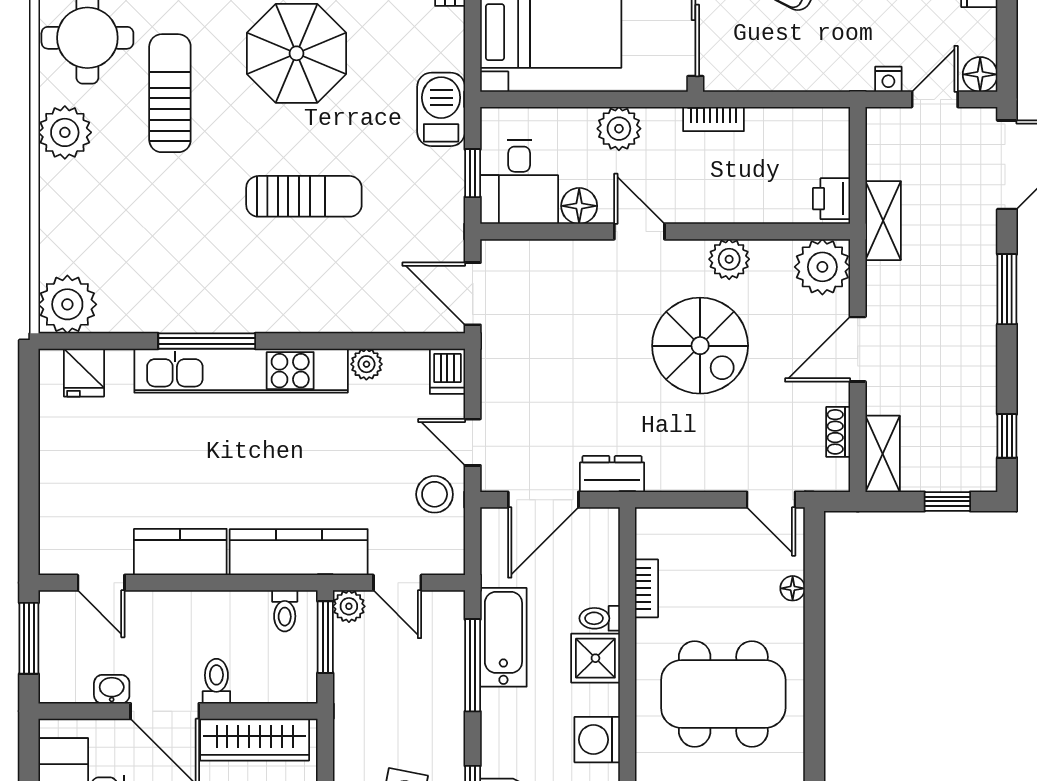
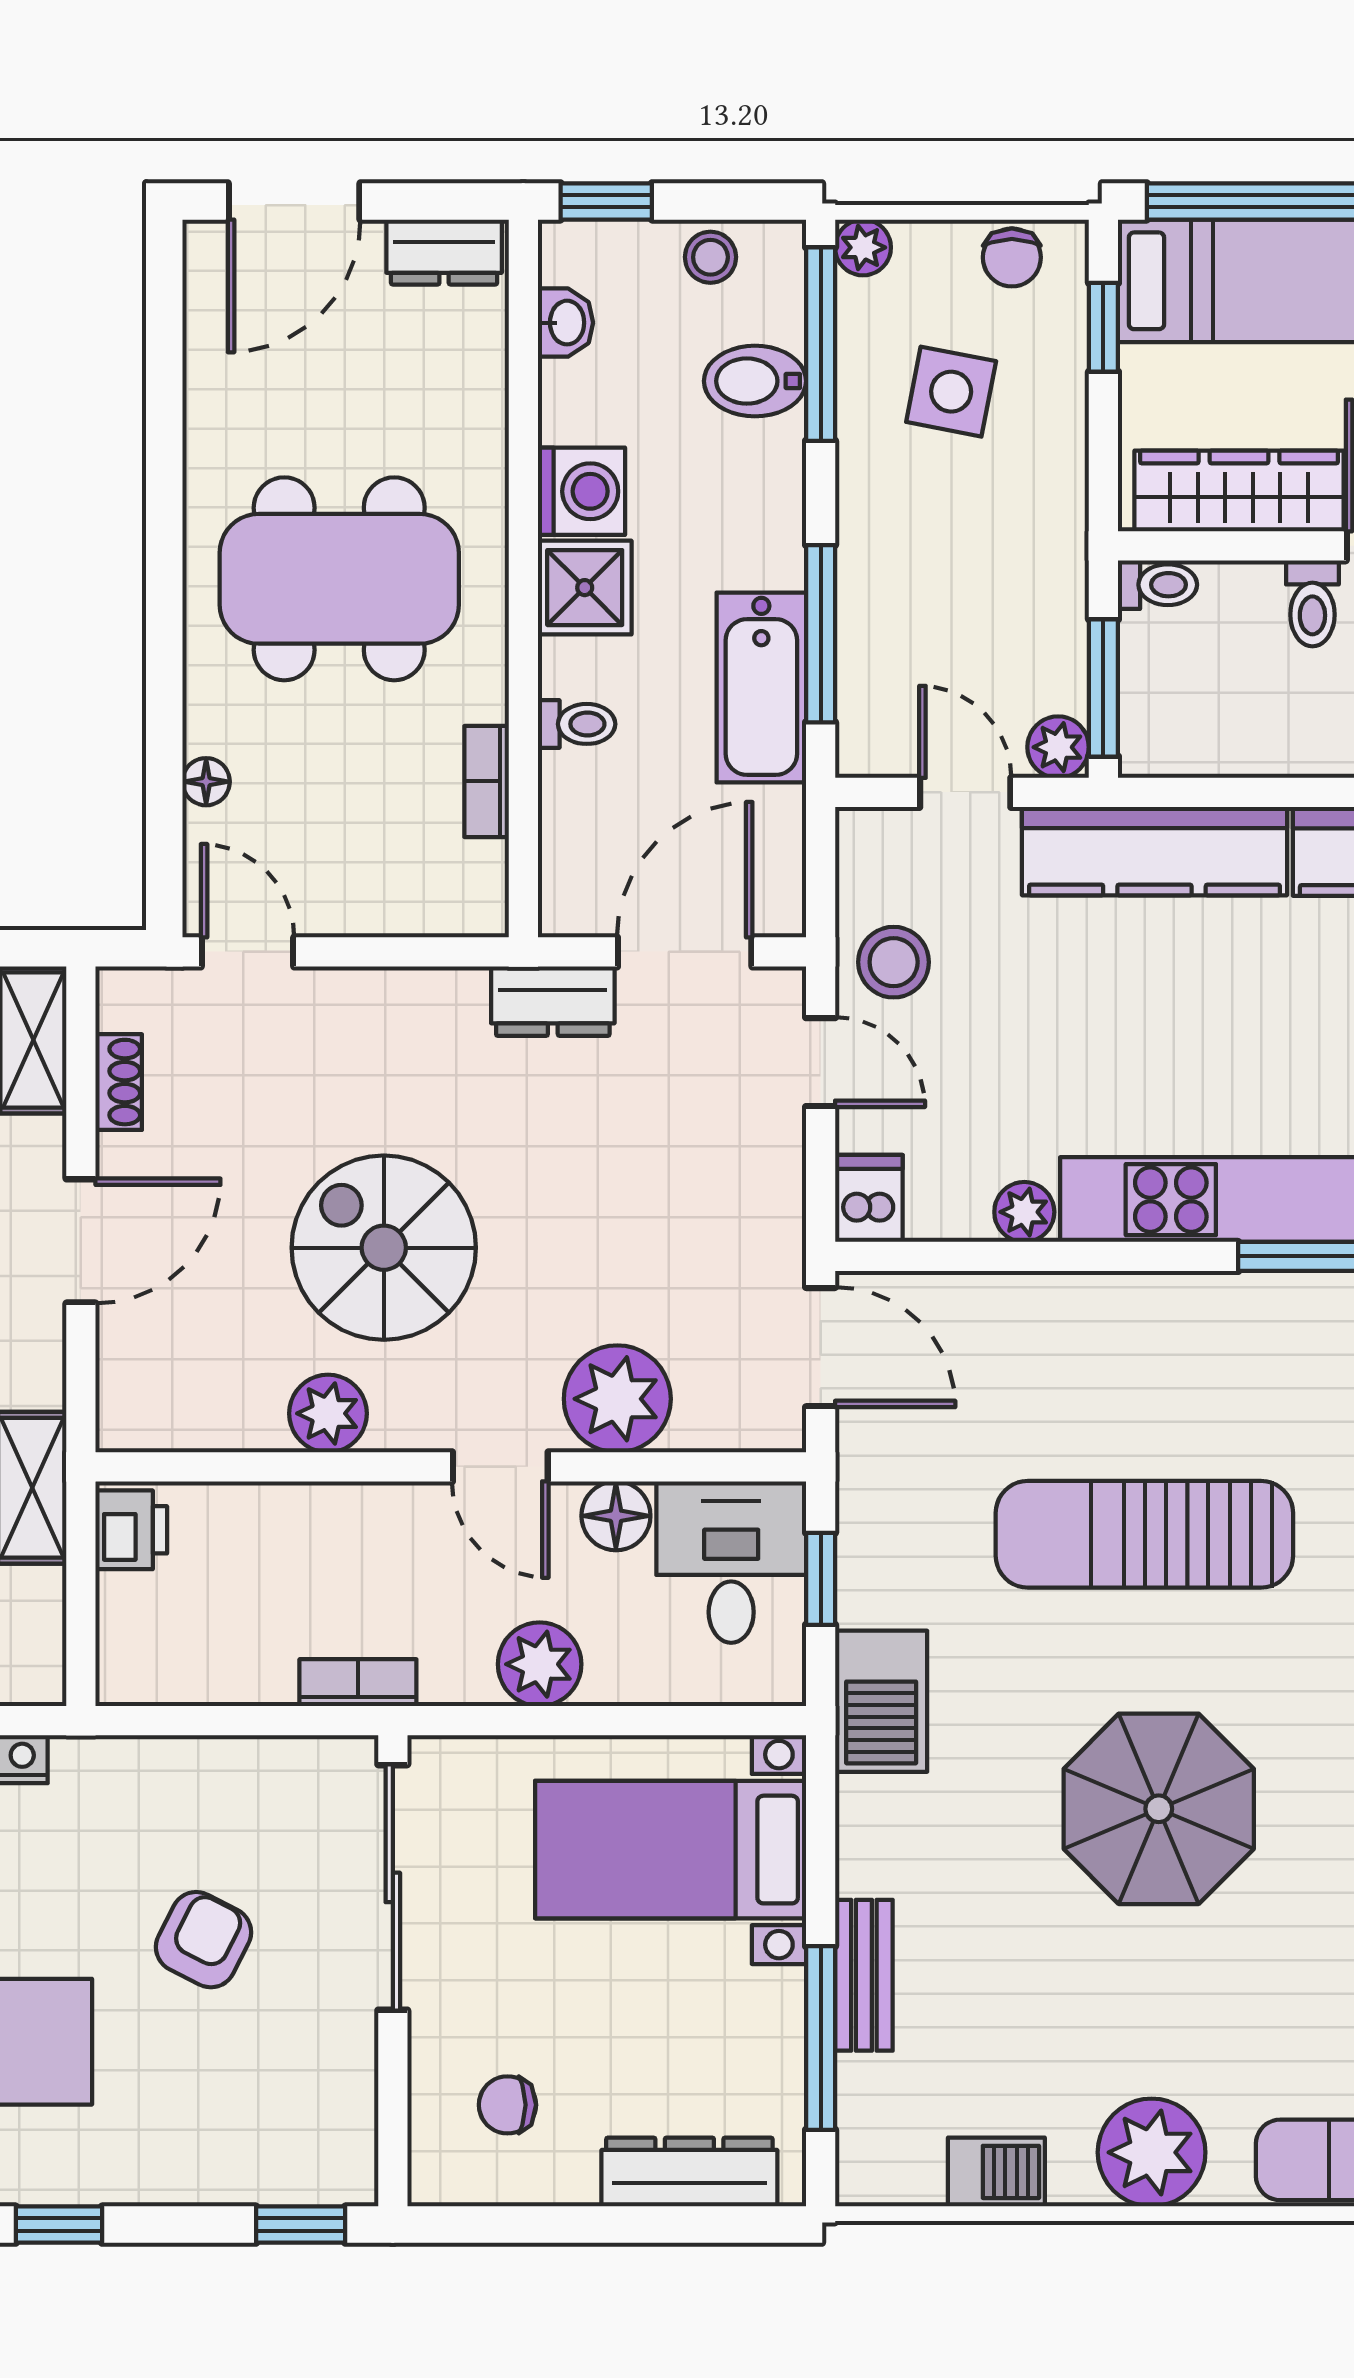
sun lounger: (304, 196) -> (1144, 1534), width x1.36, depth x1.34
plant: (822, 267) -> (617, 1399), moved
toilet: (285, 611) -> (1157, 585), moved, turned 90
shower: (595, 658) -> (585, 588), moved

